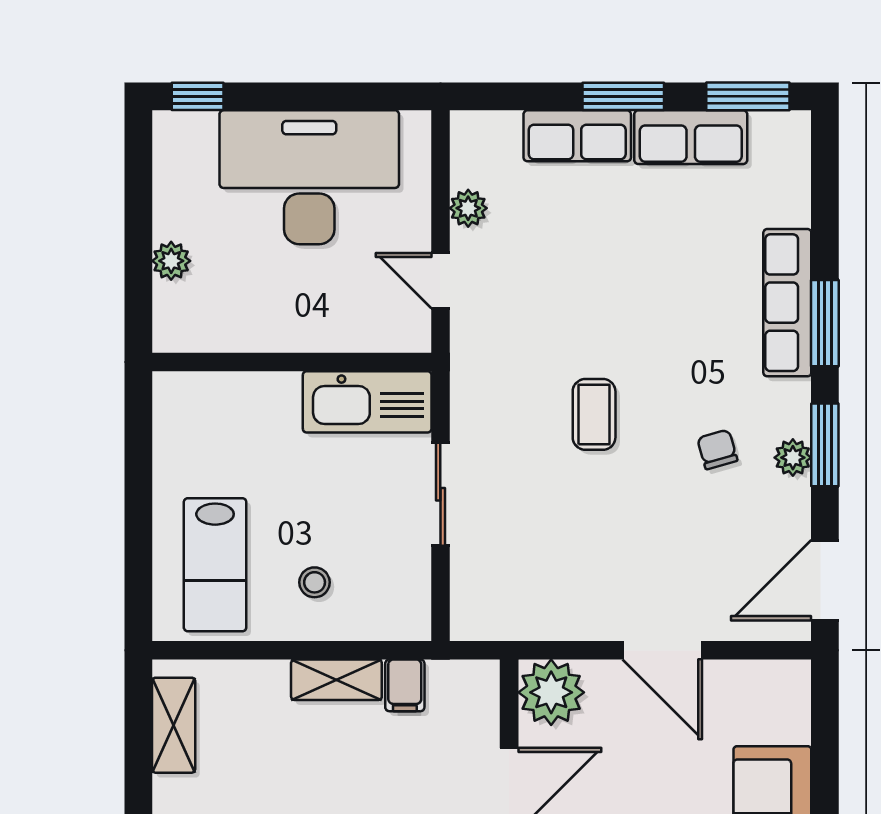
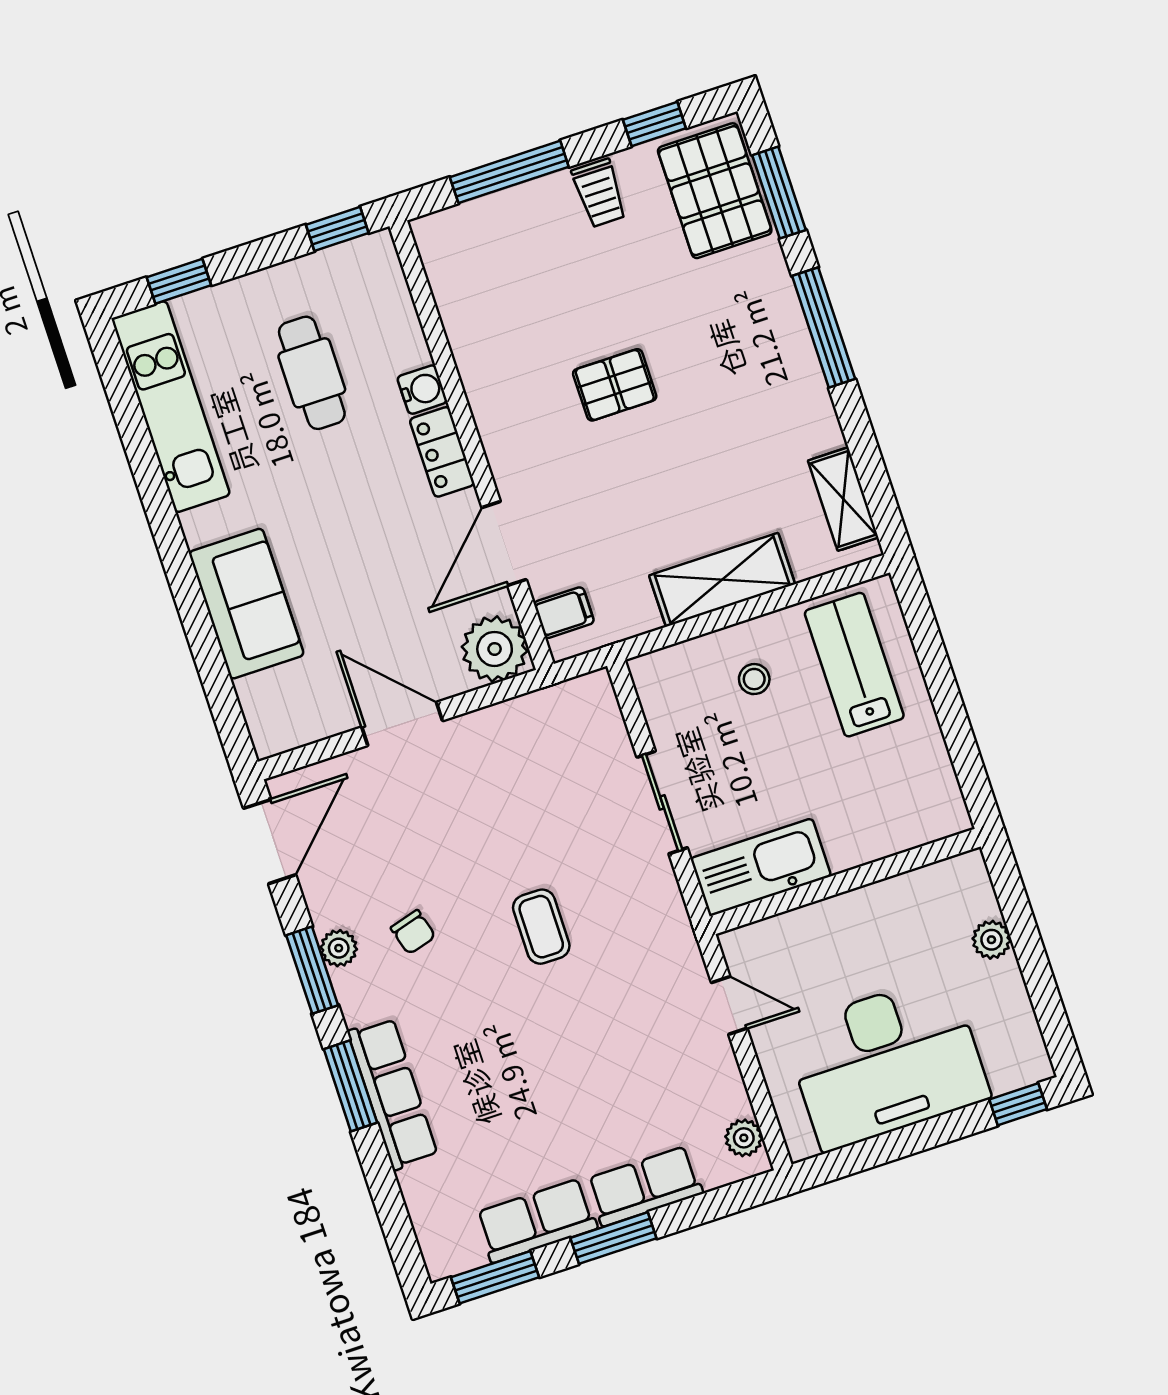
plant: (468, 208) -> (744, 1138), moved
shelving: (336, 680) -> (722, 580), width x1.50, depth x1.33
filing cabinet: (405, 685) -> (564, 613), moved, turned 90

